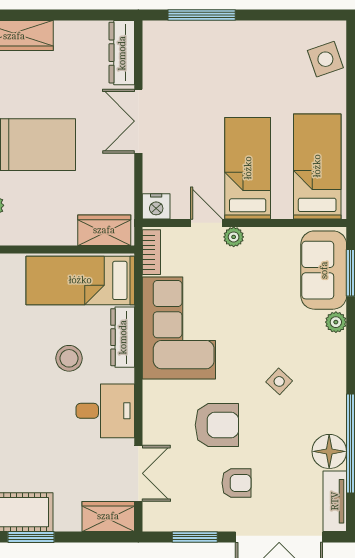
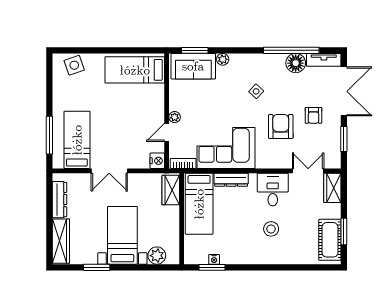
dresser: (122, 53) -> (59, 200), moved, turned -90
bed: (248, 168) -> (77, 140), moved, turned 90
stool: (69, 358) -> (271, 229), moved
armchair: (237, 483) -> (313, 115), turned 180

